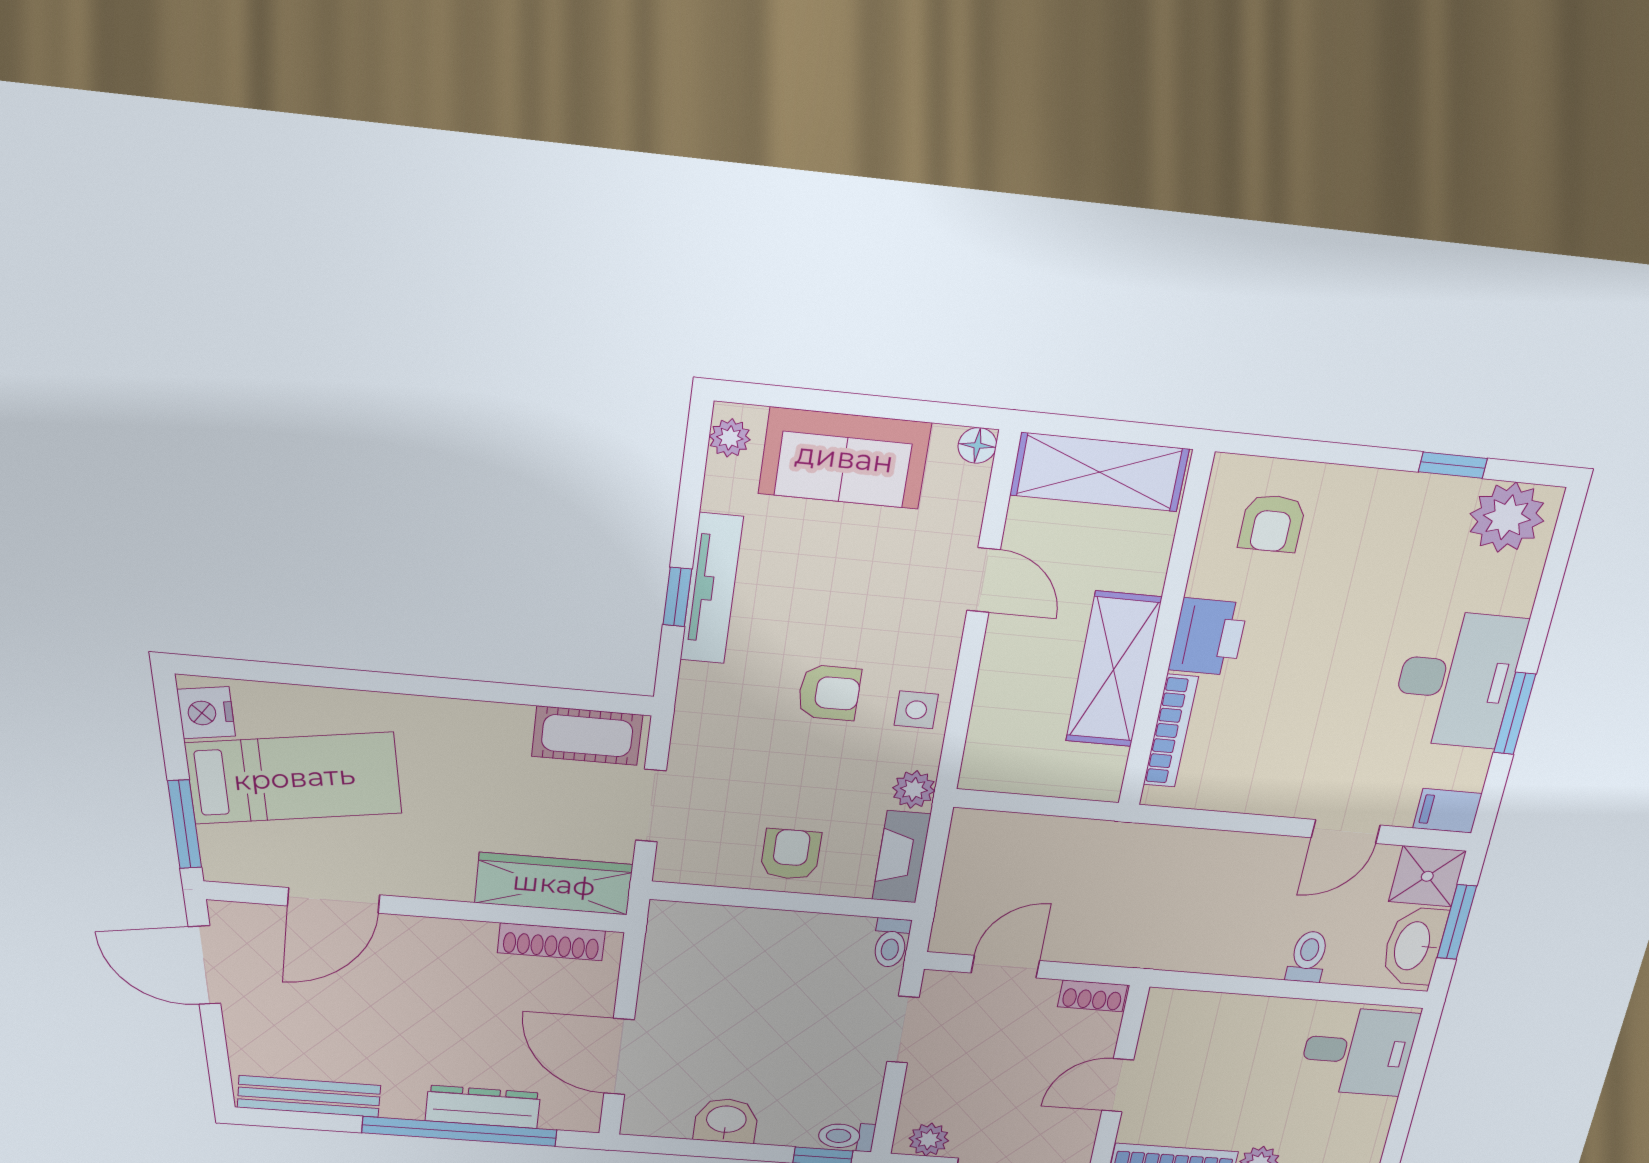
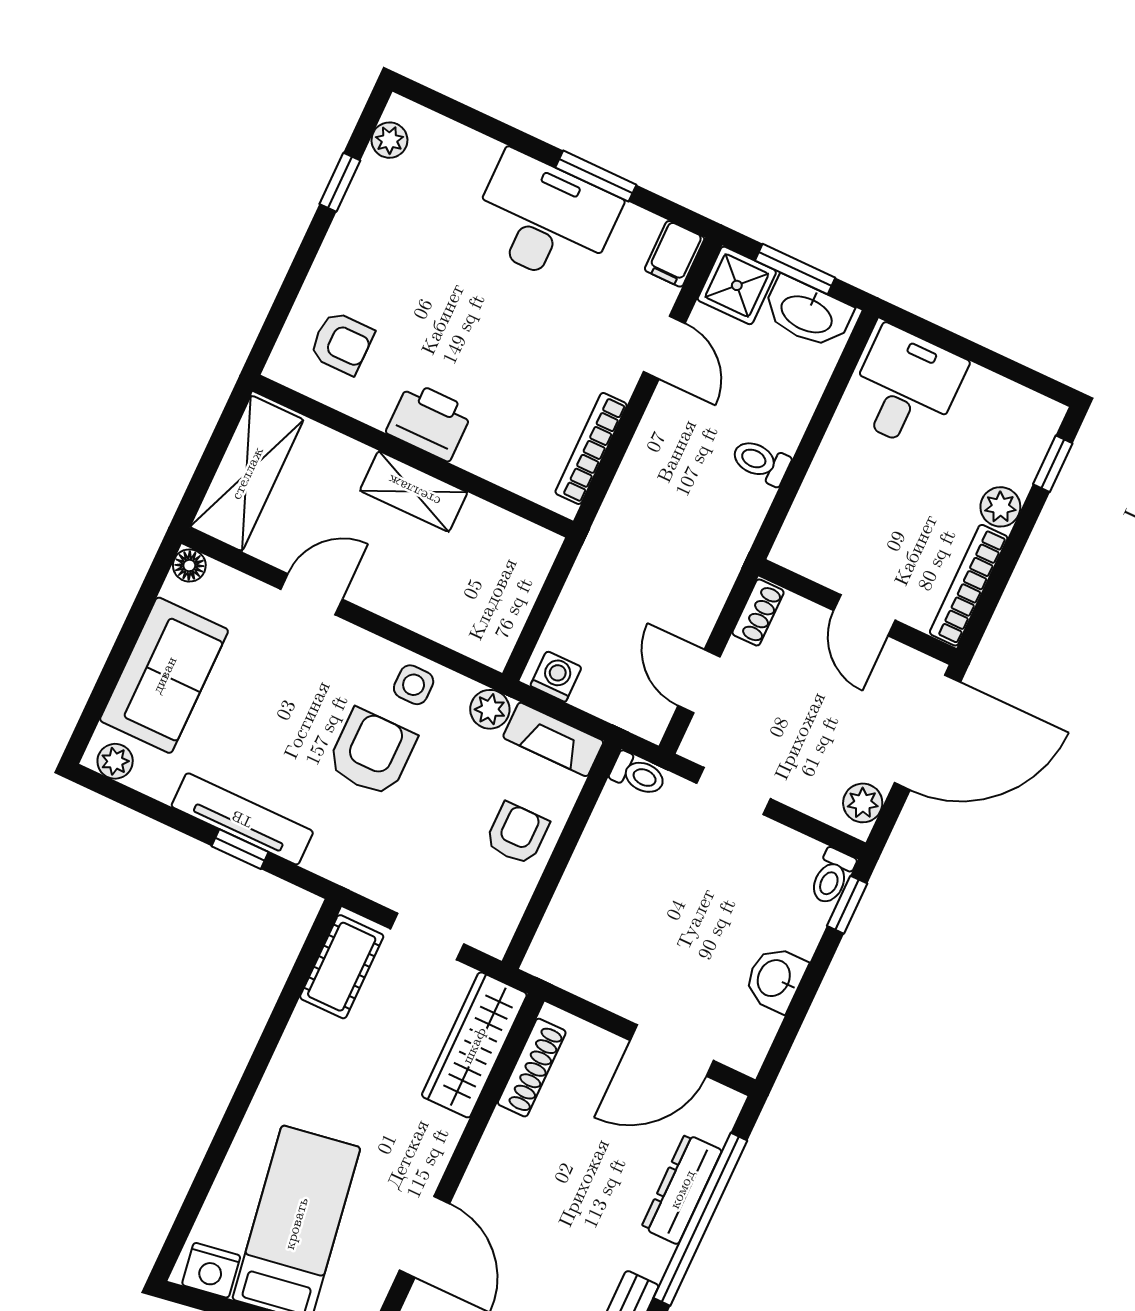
plant: (1507, 517) -> (389, 140), width x0.53, depth x0.53
shelving: (1113, 669) -> (414, 491), width x0.67, depth x0.75
armchair: (829, 693) -> (372, 753), width x1.38, depth x1.38
bookcase: (1171, 731) -> (591, 448), moved, turned -90
washing machine: (969, 839) -> (556, 676), added
armchair: (791, 854) -> (517, 834), turned 90
toilet: (1308, 957) -> (761, 462), moved

